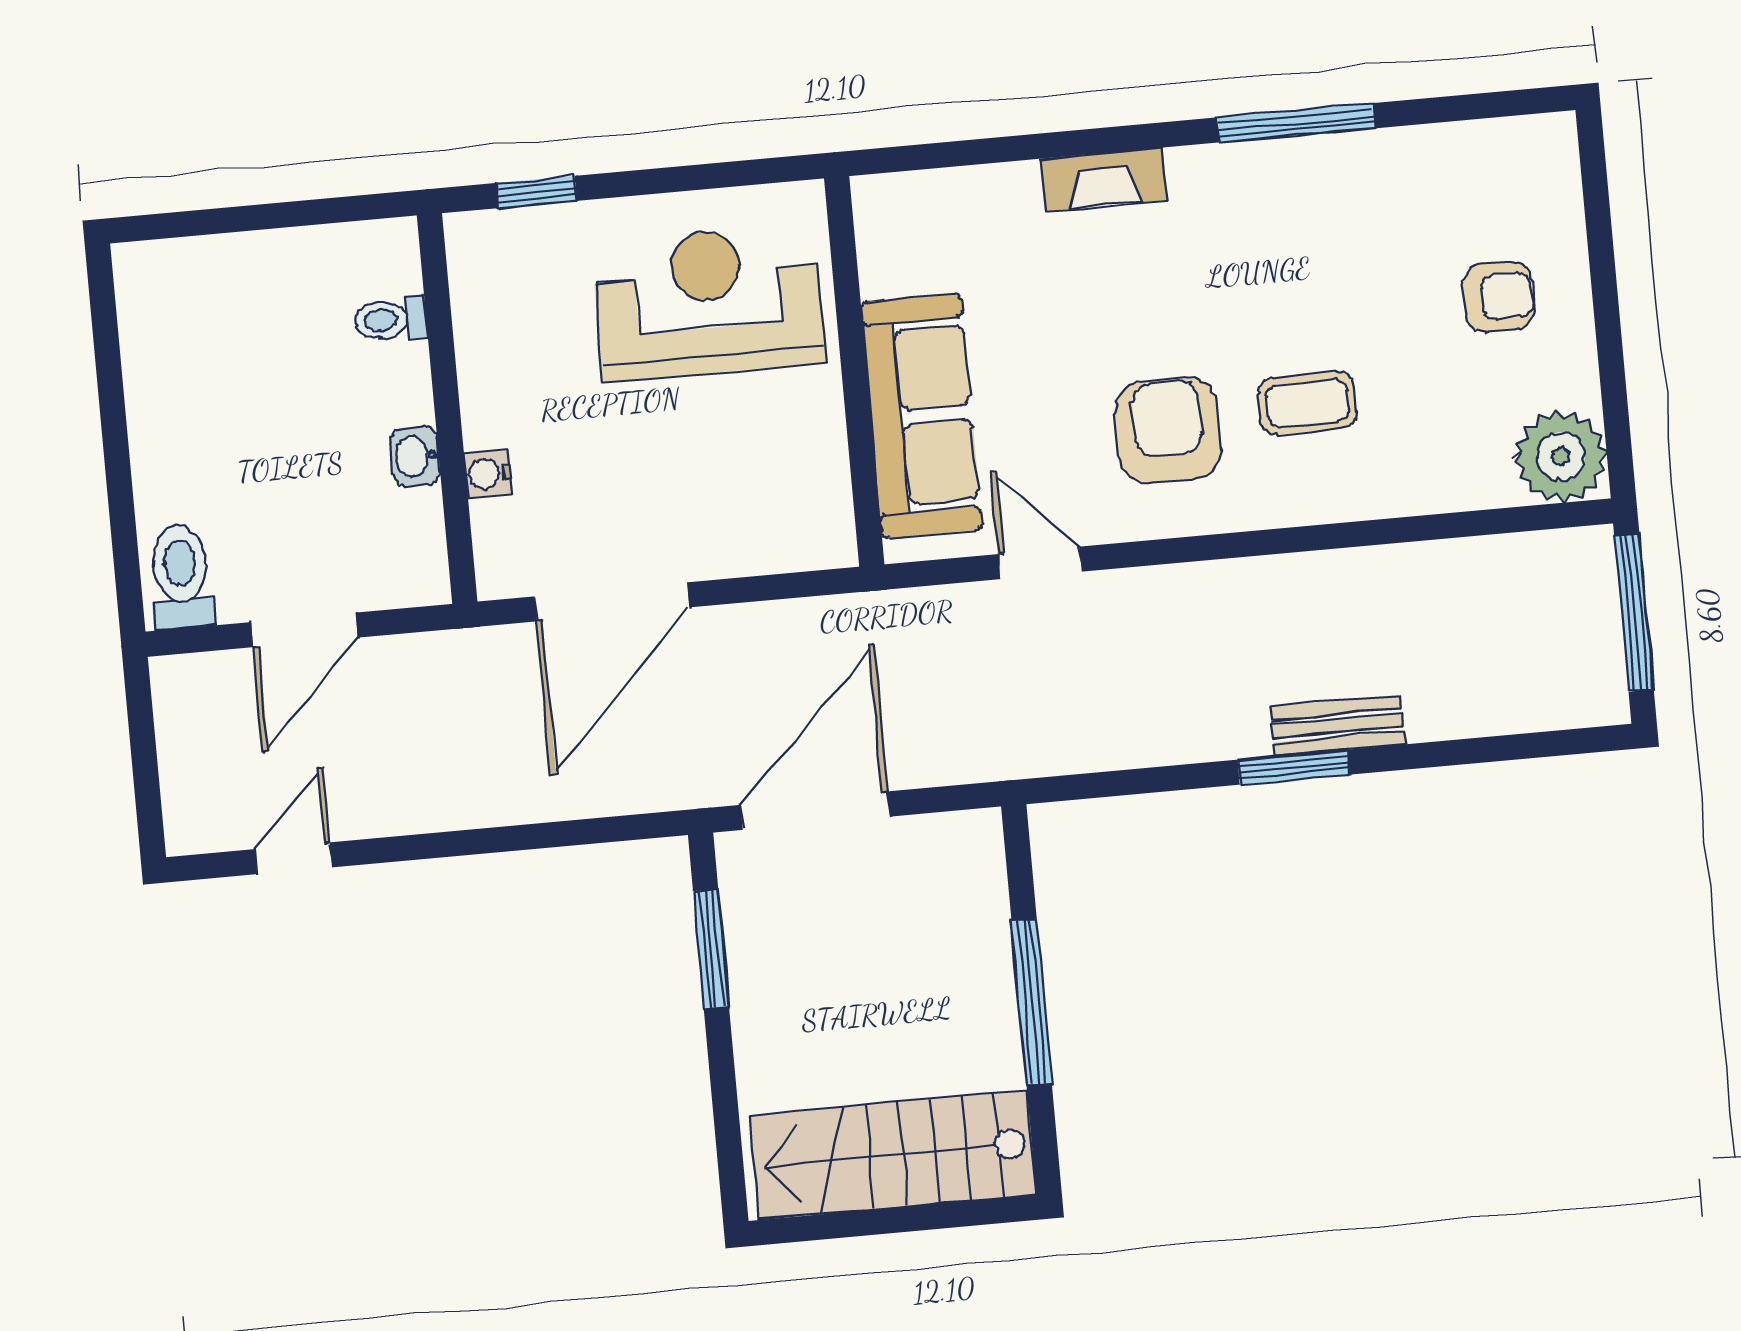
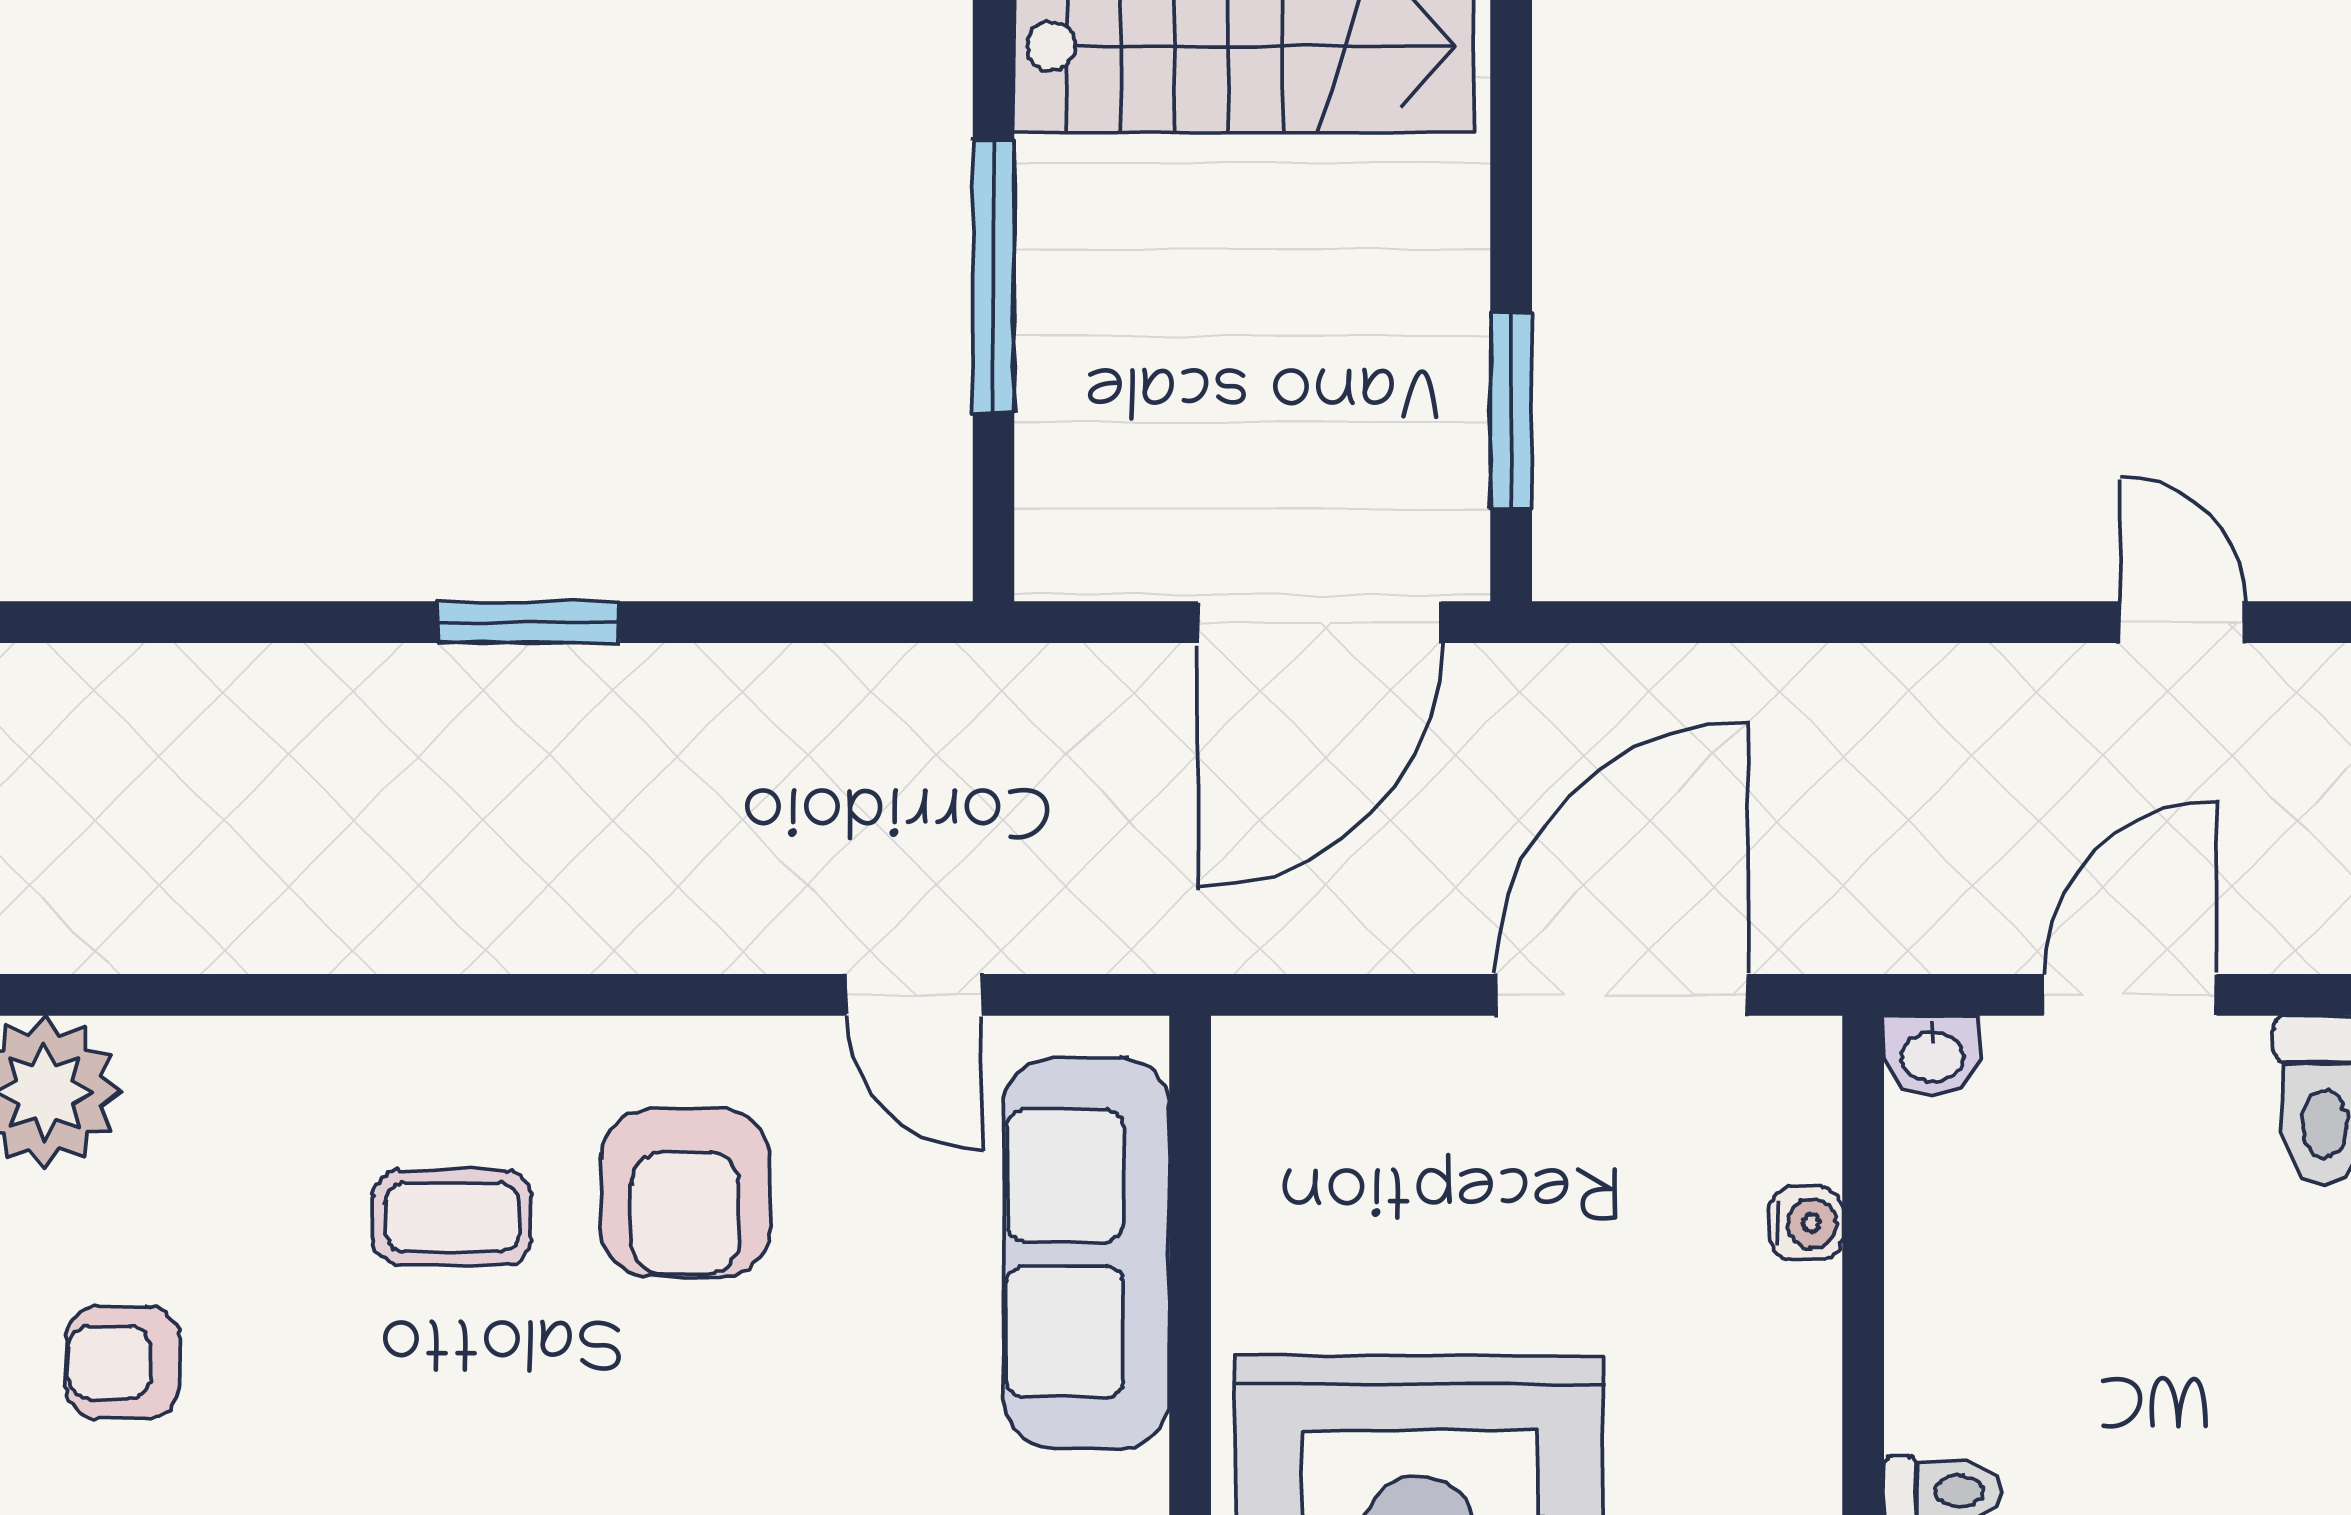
washbasin: (415, 456) -> (1932, 1055), moved, turned 90
bench: (1338, 725) -> (450, 684), removed
door: (293, 858) -> (2183, 622), swing flipped

